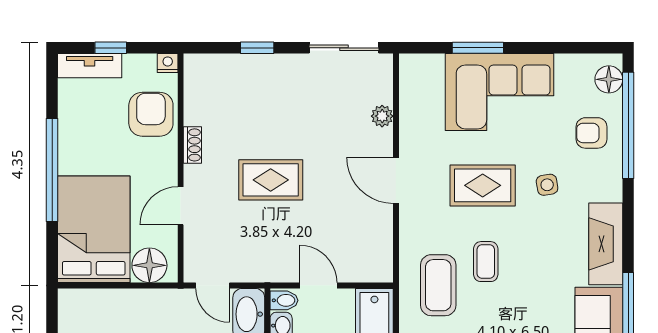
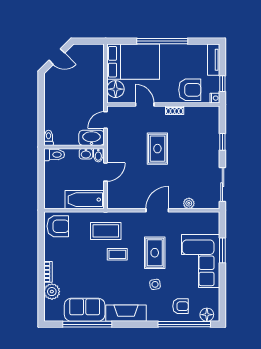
window: (111, 48) -> (222, 84), moved
armchair: (592, 133) -> (181, 306), turned 90

